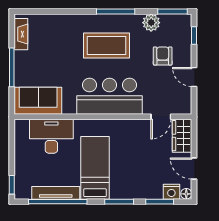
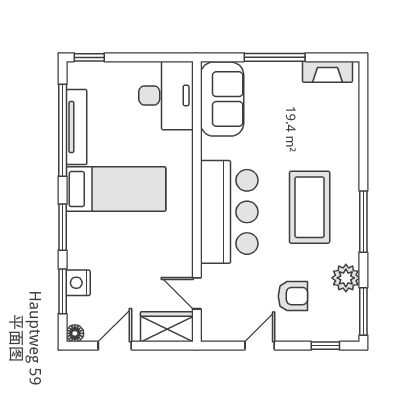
desk: (51, 136) -> (166, 95), moved
nightstand: (171, 192) -> (78, 283), moved

